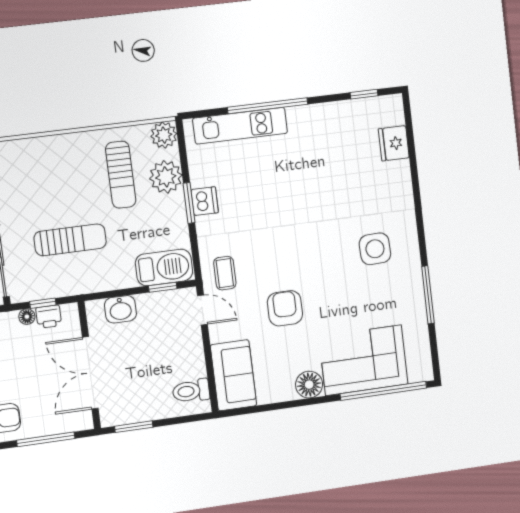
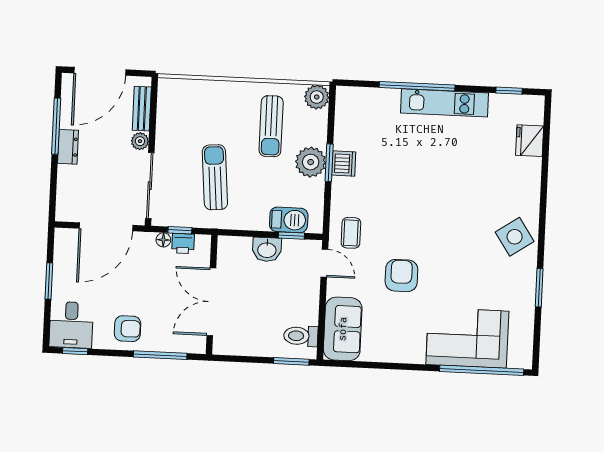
kitchen unit: (240, 126) -> (444, 103), moved
plant: (166, 177) -> (311, 162), moved
sun lounger: (70, 240) -> (215, 177), turned -95
side table: (375, 249) -> (515, 237), moved, turned -32
barbecue: (164, 267) -> (289, 220), width x0.73, depth x0.83
window: (428, 295) -> (539, 288), width x0.69
washbasin: (120, 309) -> (267, 249), moved
floor lamp: (309, 385) -> (412, 351), removed
window: (134, 427) -> (291, 361), moved

